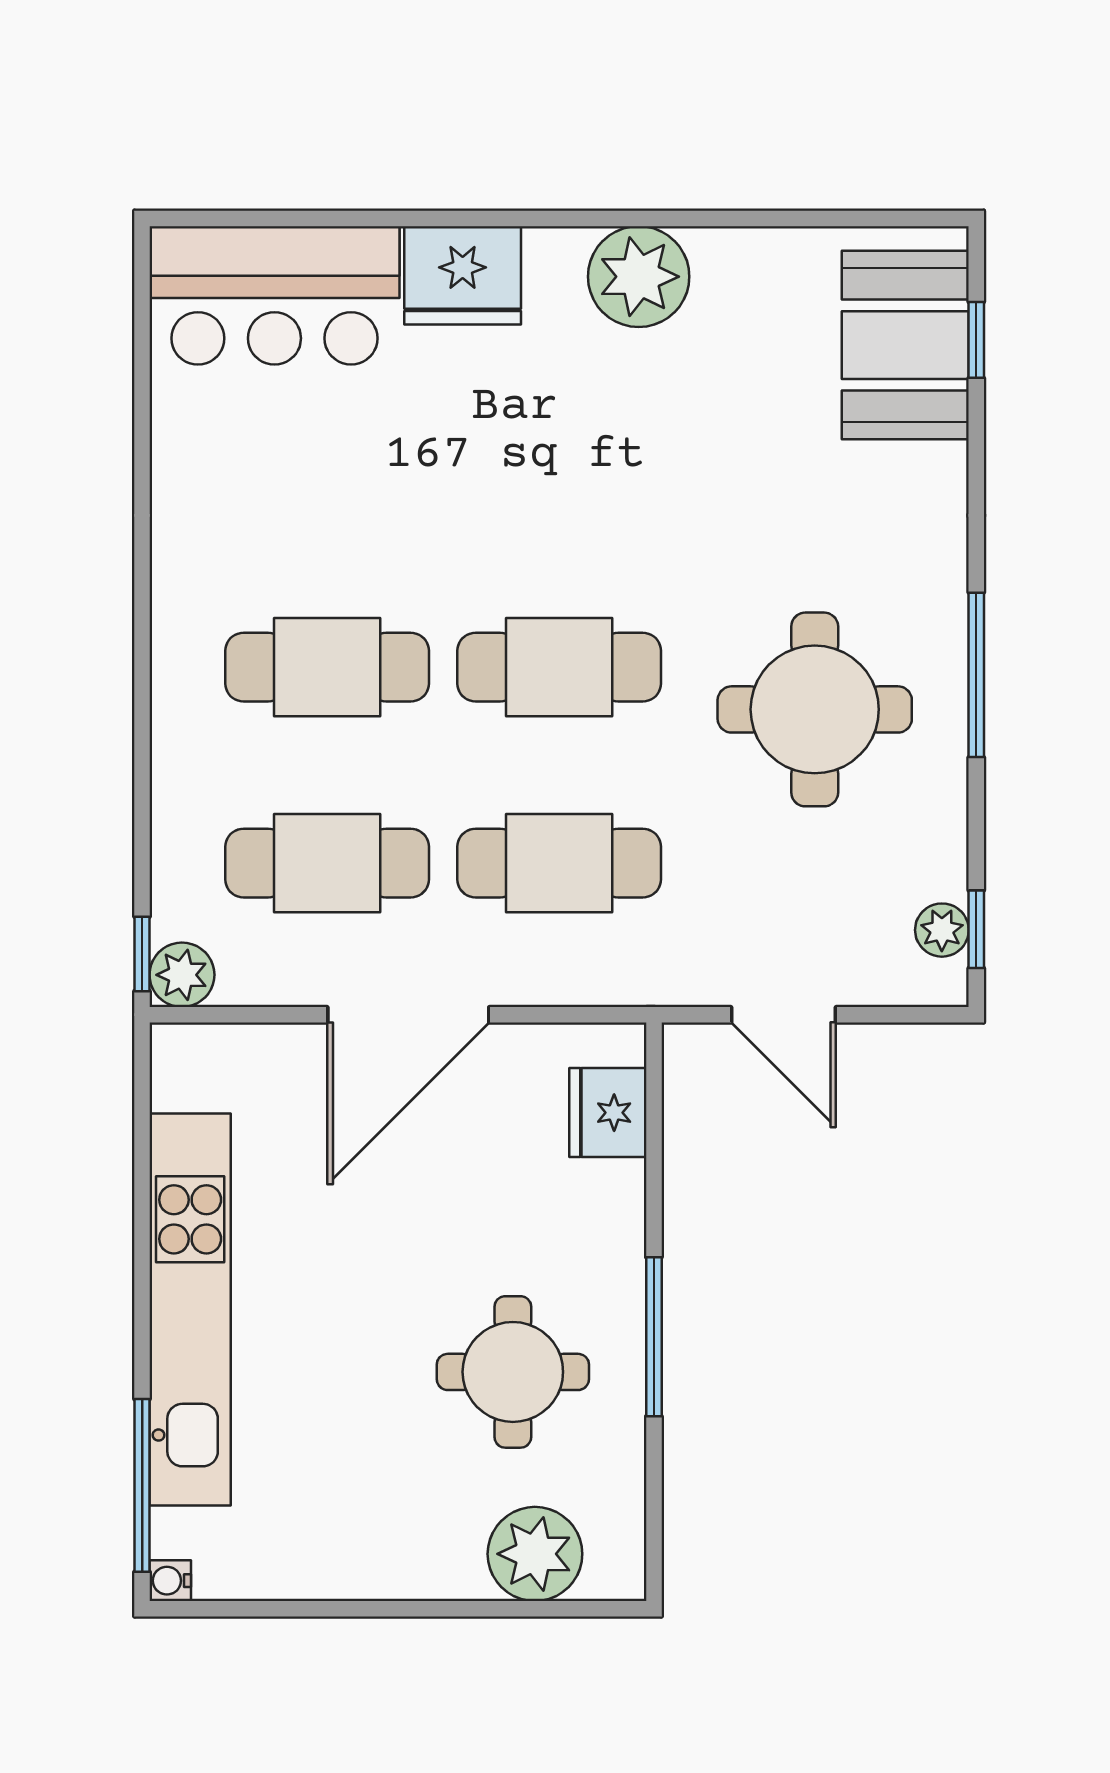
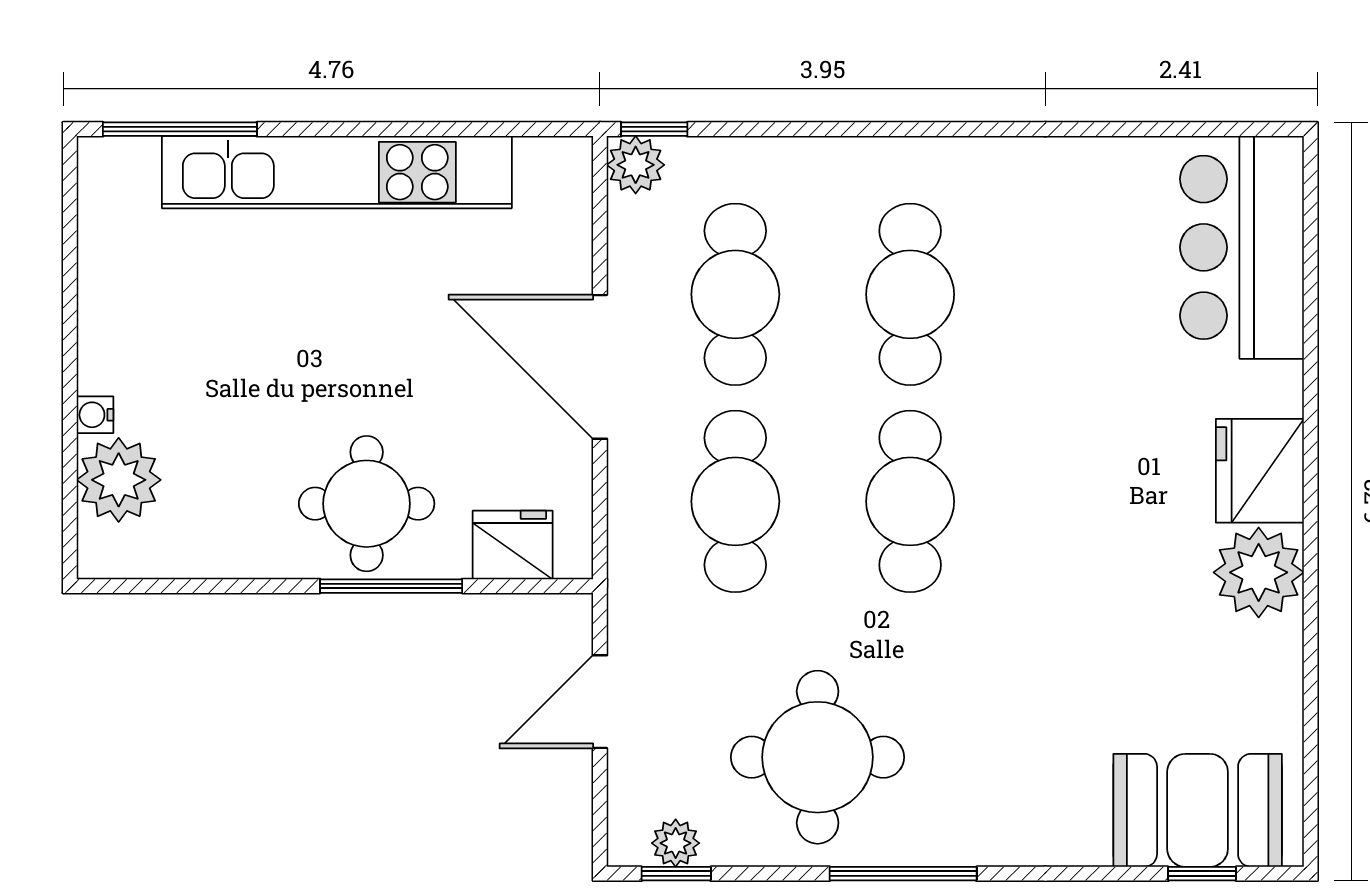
fridge: (463, 275) -> (1260, 471), moved
round table: (815, 709) -> (818, 757), moved
window: (654, 1337) -> (391, 586), moved
round table: (513, 1372) -> (367, 504), moved
water cooler: (170, 1581) -> (95, 415), moved, turned -90

